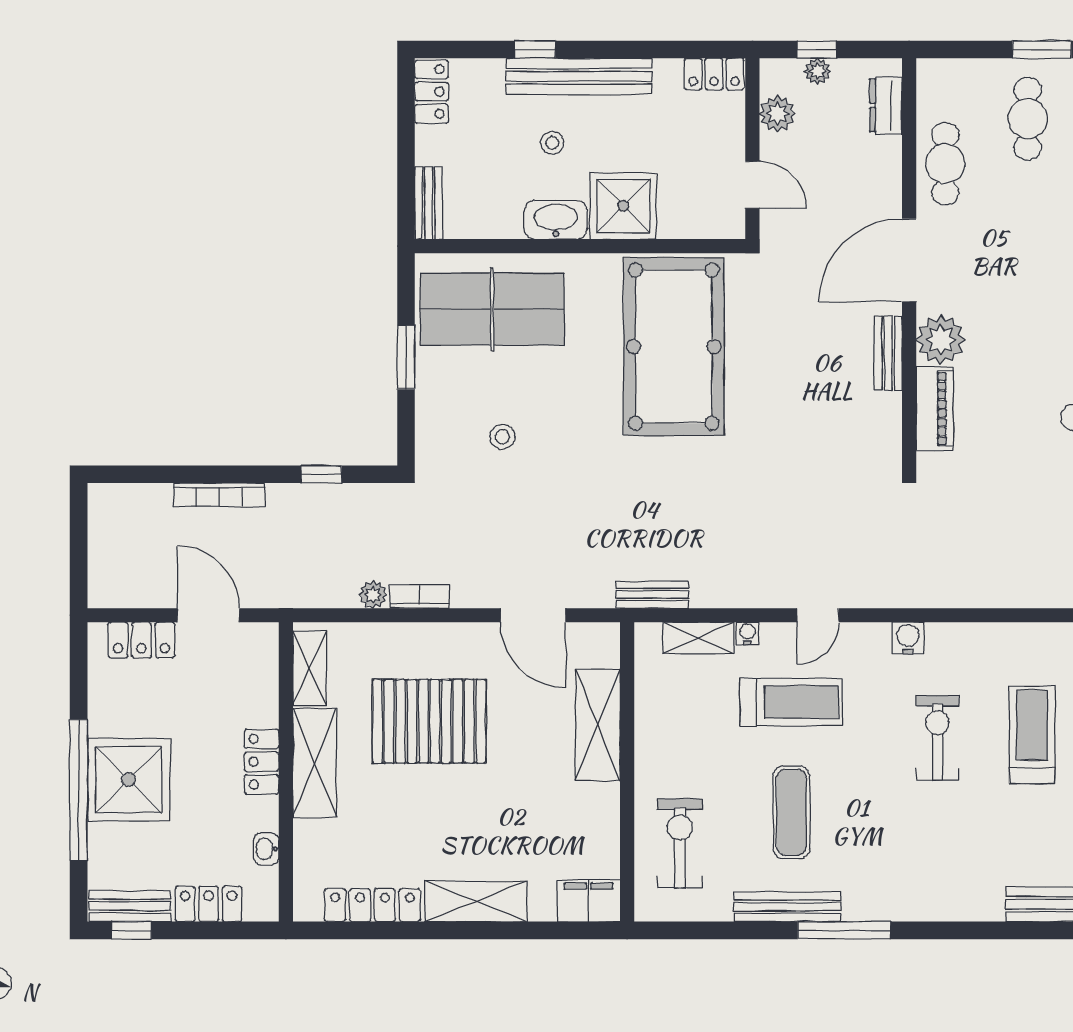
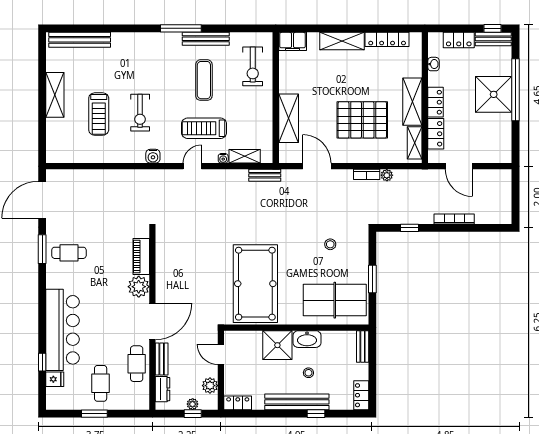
bench: (888, 353) -> (162, 359), moved
locker: (142, 640) -> (436, 134), moved, turned 90

